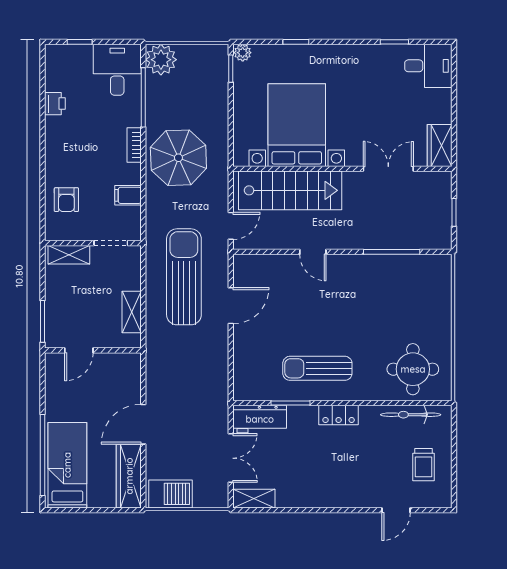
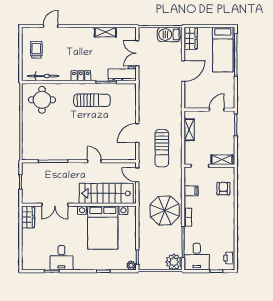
desk: (428, 66) -> (61, 258), moved, turned -90
printer: (55, 104) -> (229, 258), moved
door: (231, 226) -> (137, 175), hinge flipped
sun lounger: (184, 277) -> (162, 148), width x0.73, depth x0.75
wardrobe: (129, 476) -> (191, 38), width x0.67
shelving: (254, 499) -> (105, 32), moved

